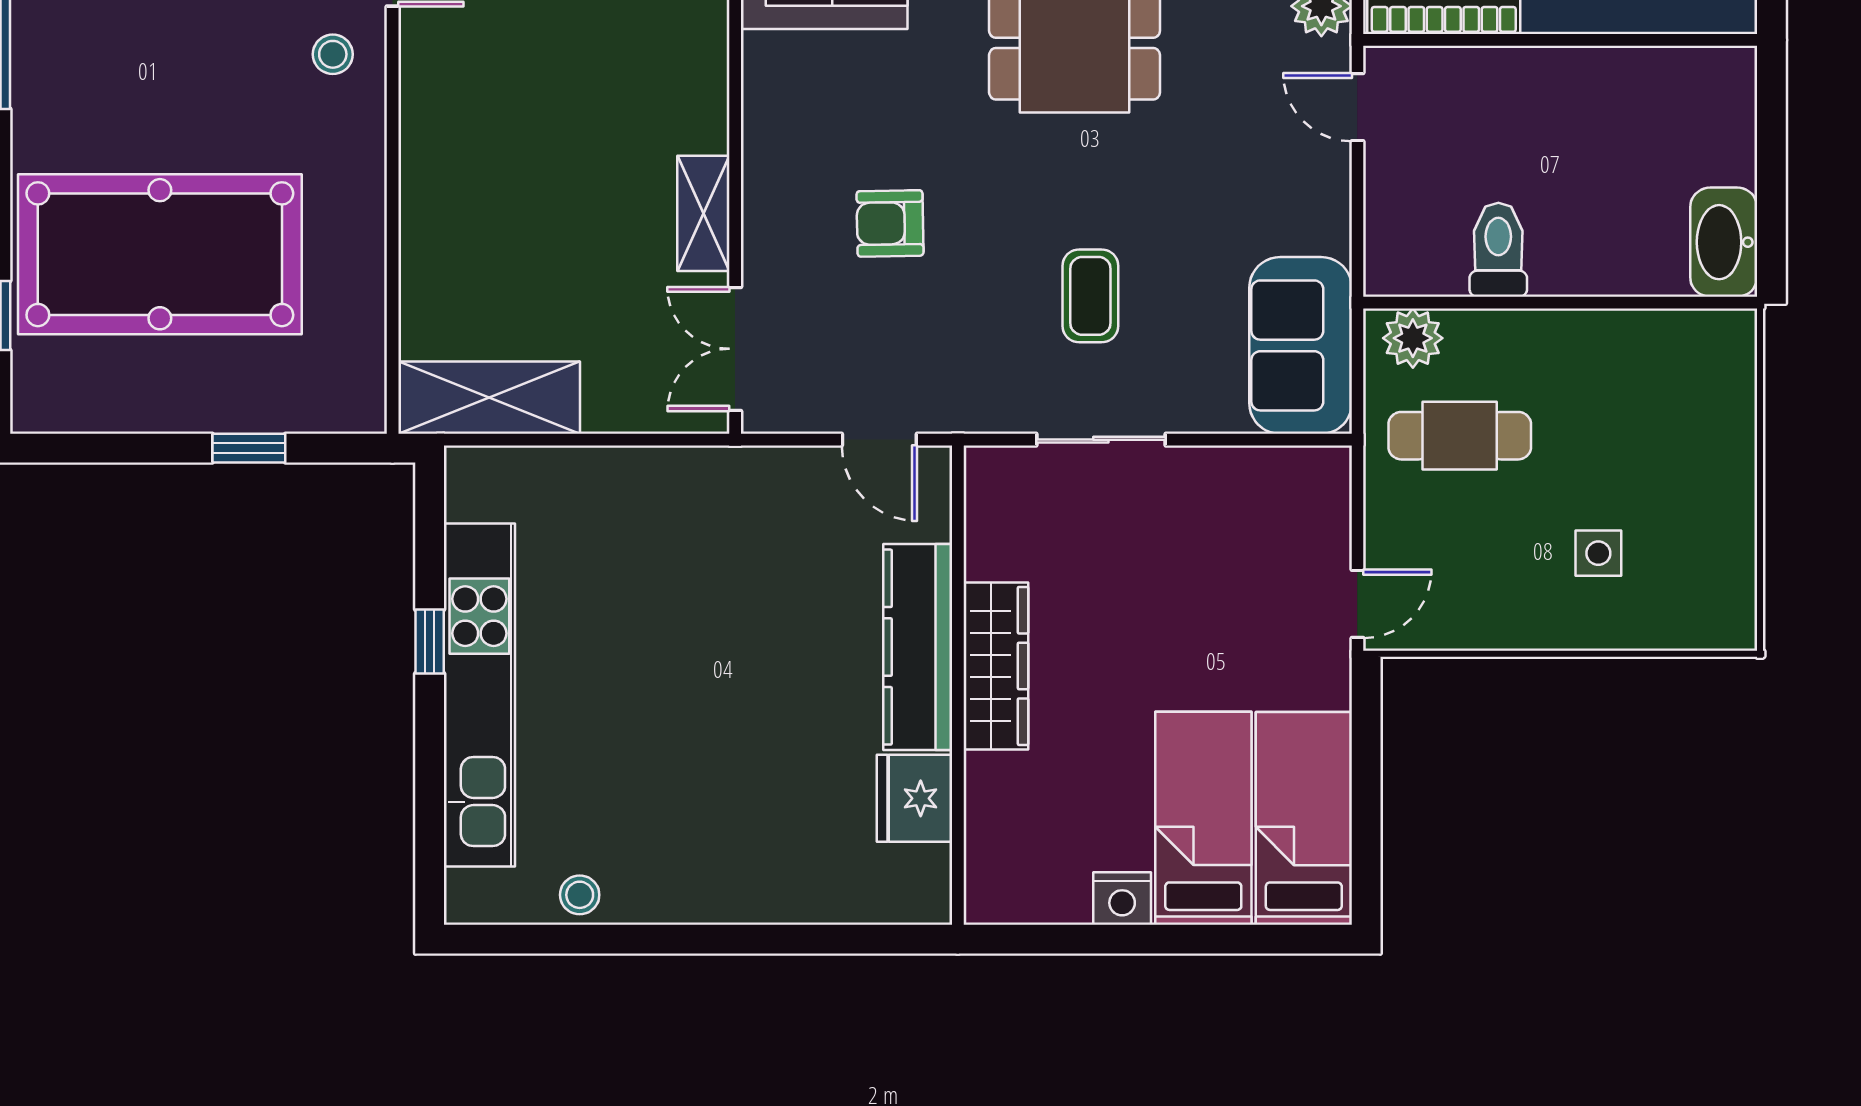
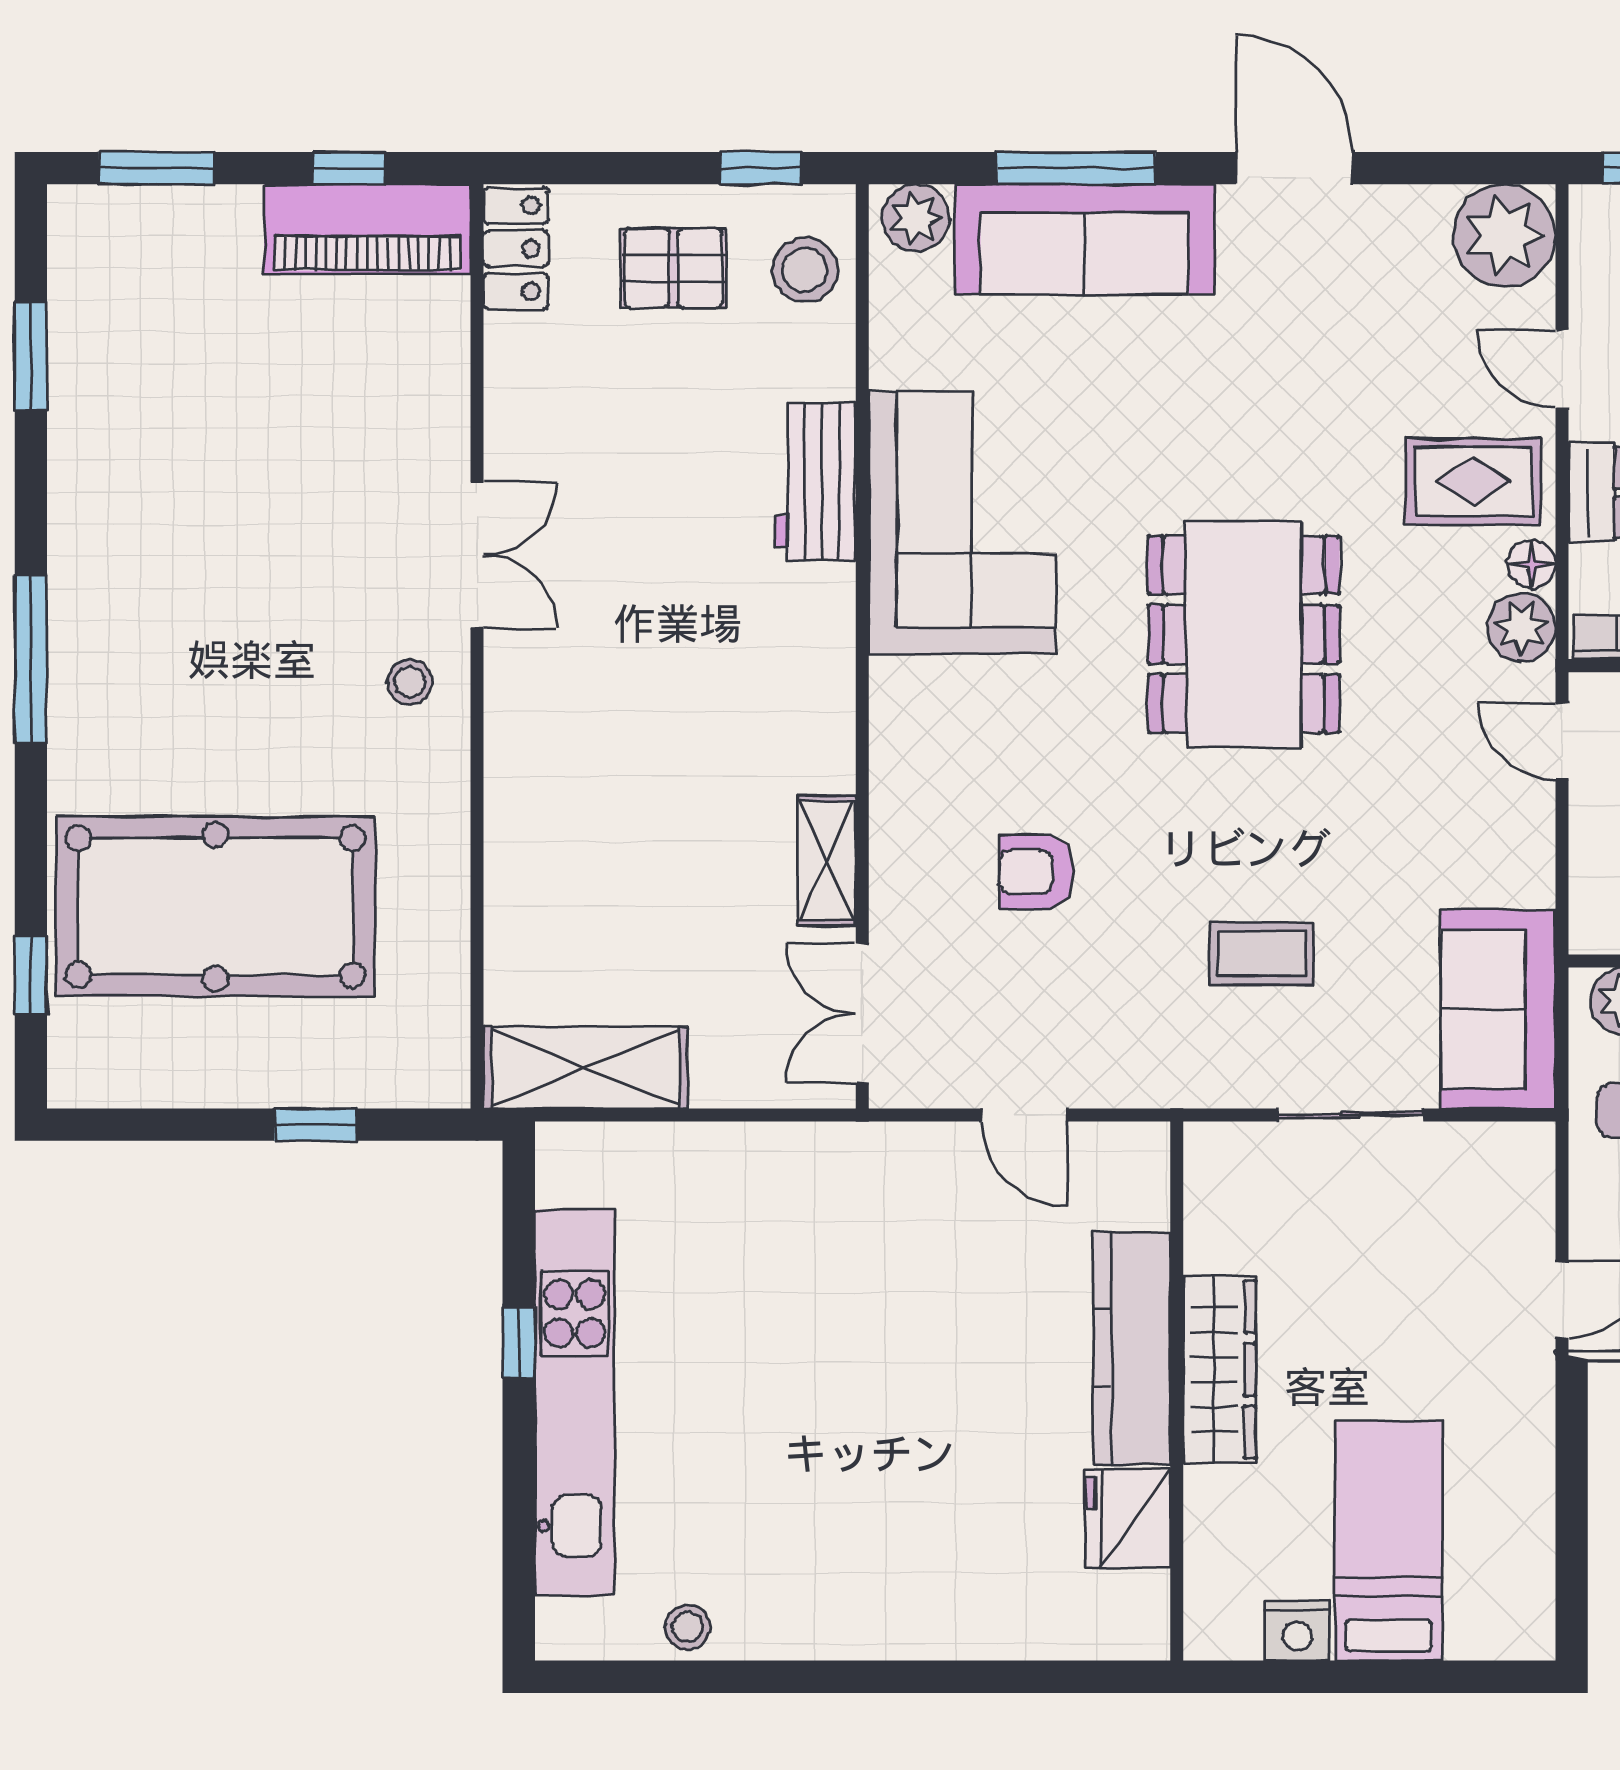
coffee table: (1090, 296) -> (1262, 953), turned 90
sliding door: (1101, 440) -> (1350, 1115), moved
kitchen counter: (918, 647) -> (1132, 1348), moved
wardrobe: (996, 666) -> (1220, 1370), moved
wall: (958, 685) -> (1177, 1391), moved
fridge: (915, 798) -> (1128, 1518), moved
bed: (1304, 818) -> (1502, 1541), removed

